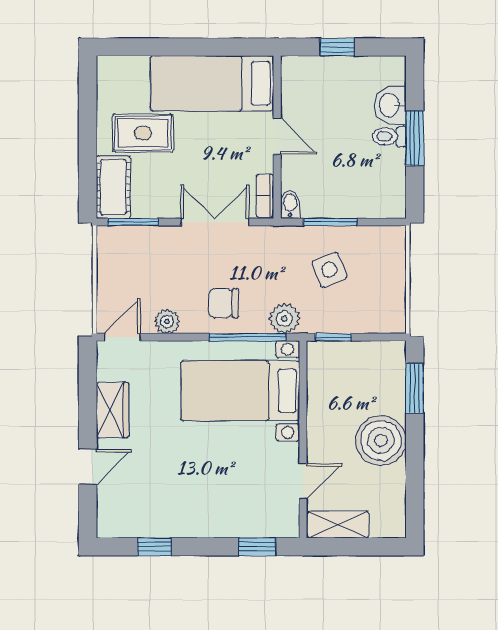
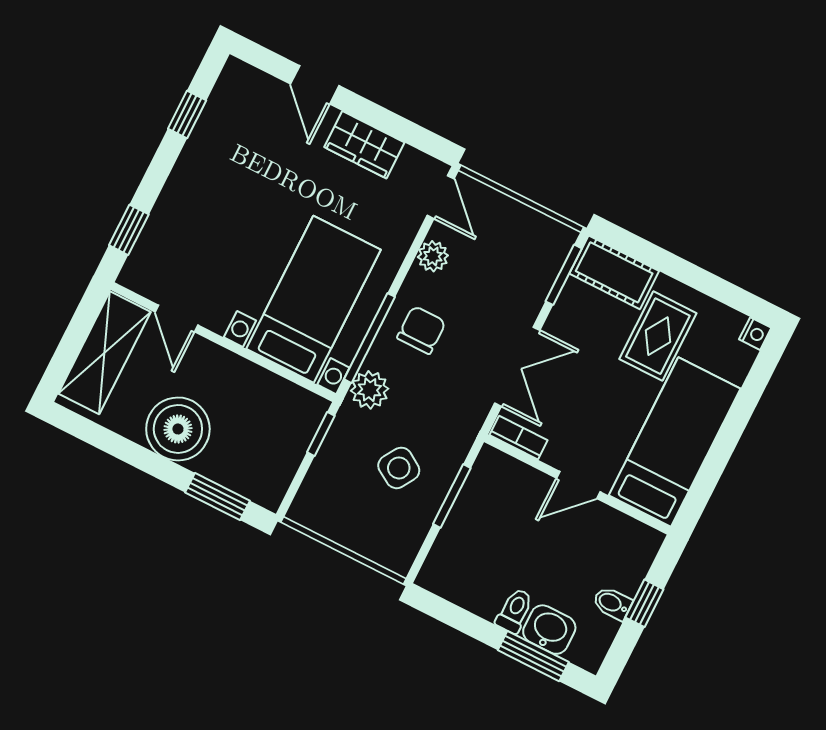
nightstand: (106, 65) -> (755, 334), added
window: (415, 138) -> (533, 656), moved
bidet: (290, 204) -> (612, 603), moved, turned 180
side table: (329, 270) -> (399, 468), turned -36
shelving: (338, 524) -> (105, 353), width x1.50, depth x1.33

